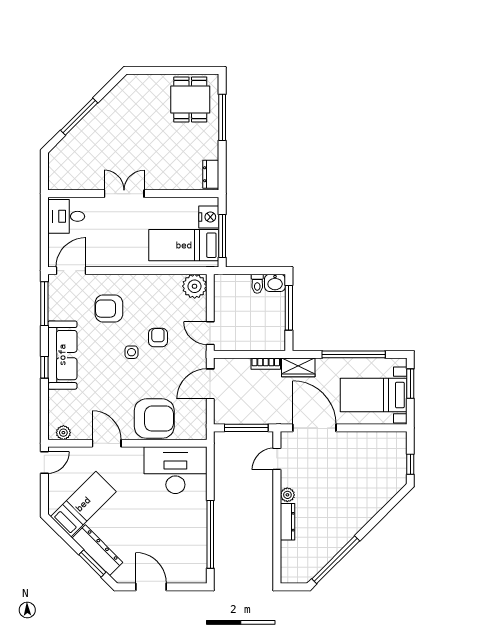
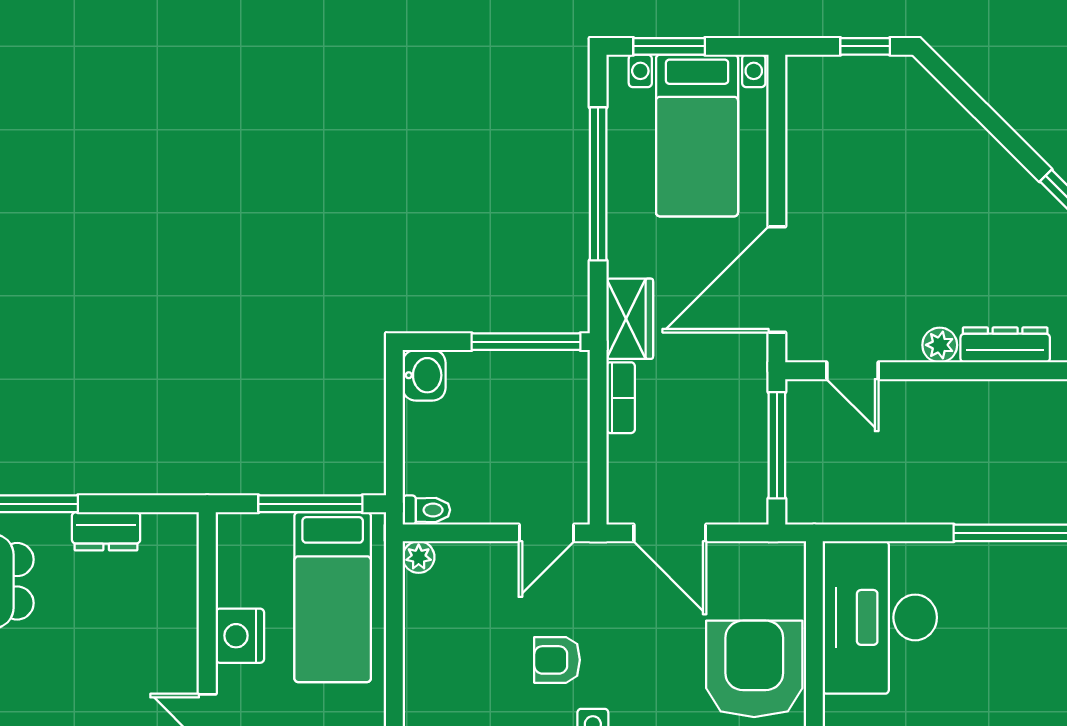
dresser: (211, 174) -> (106, 531), moved
nightstand: (209, 217) -> (240, 636), moved, turned -90
toilet: (257, 284) -> (426, 510), moved
plant: (195, 286) -> (419, 557), width x0.53, depth x0.53
window: (289, 308) -> (526, 342), moved

